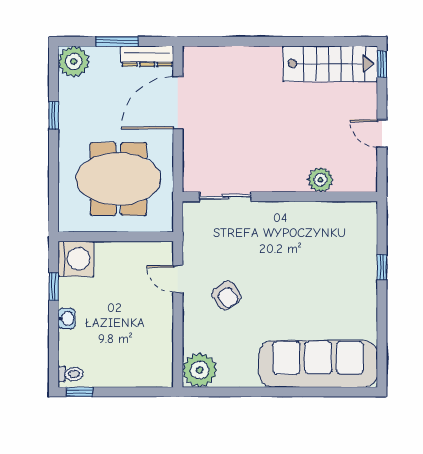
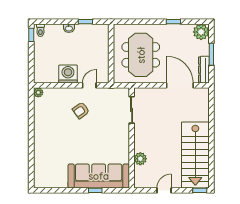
stairs: (330, 64) -> (195, 155), width x1.36, depth x1.51
washing machine: (76, 259) -> (68, 74), moved, turned 180
sofa: (318, 364) -> (99, 176), moved, turned -90
plant: (200, 370) -> (38, 92), width x0.53, depth x0.53

